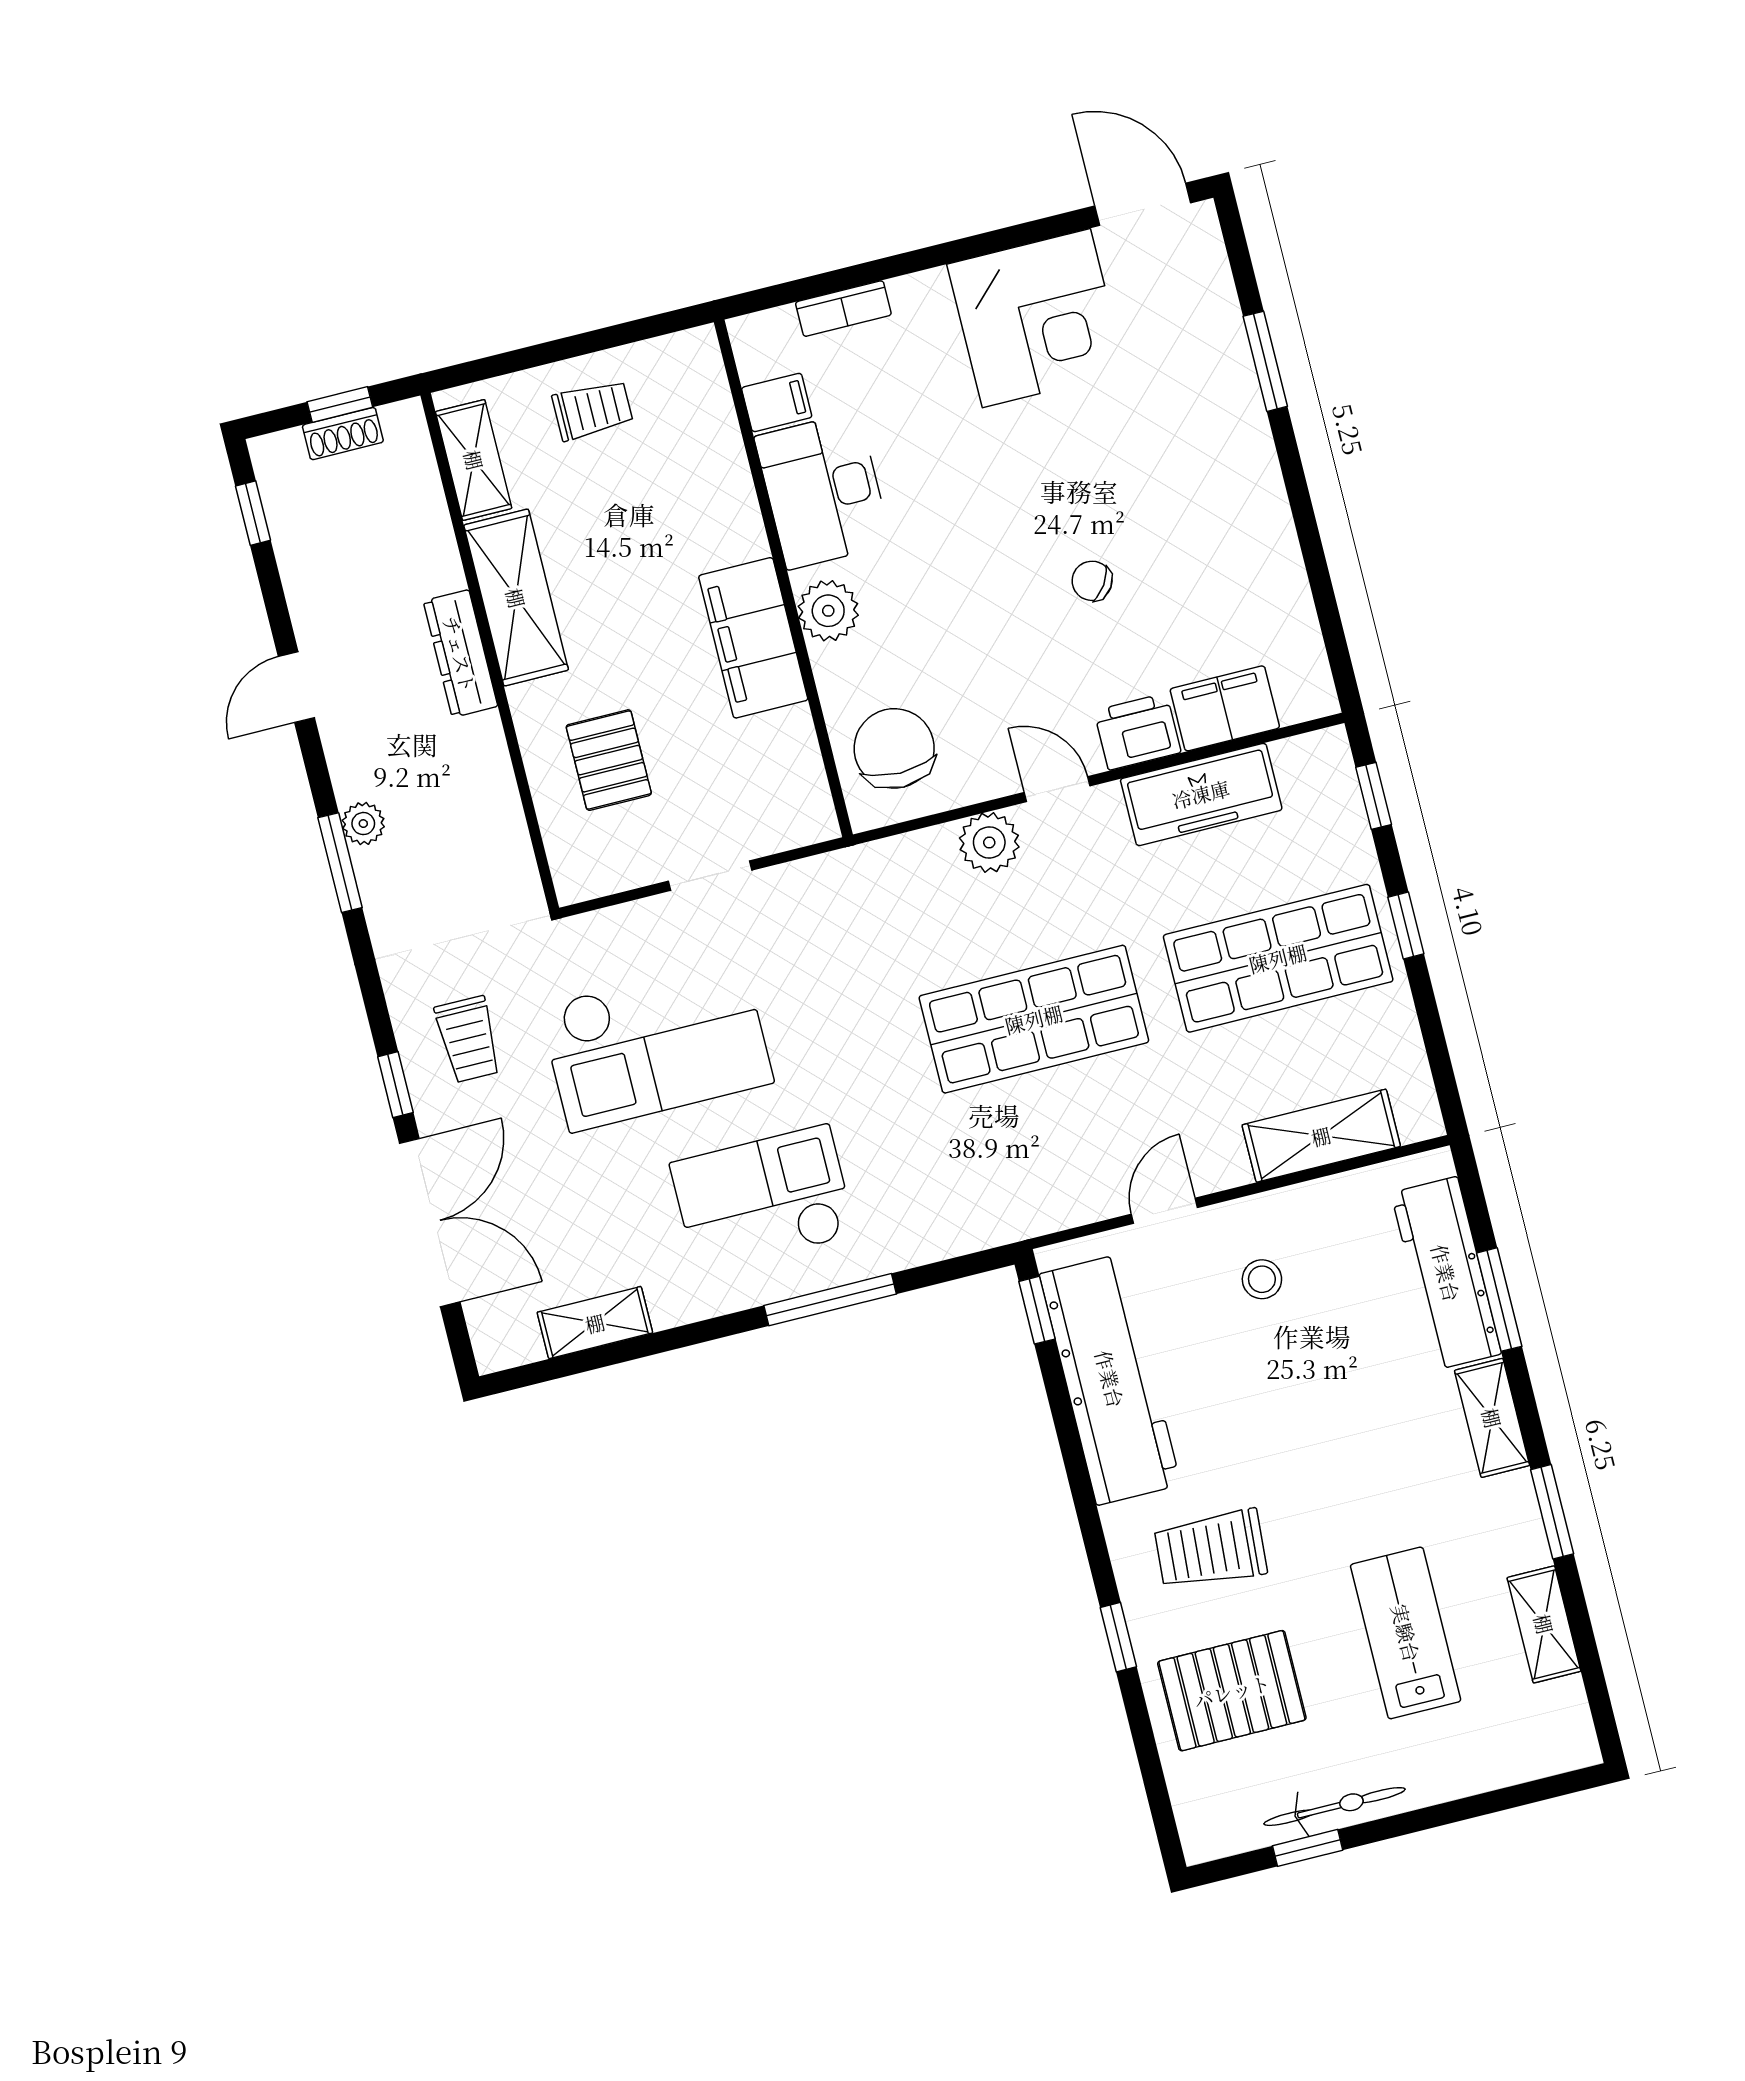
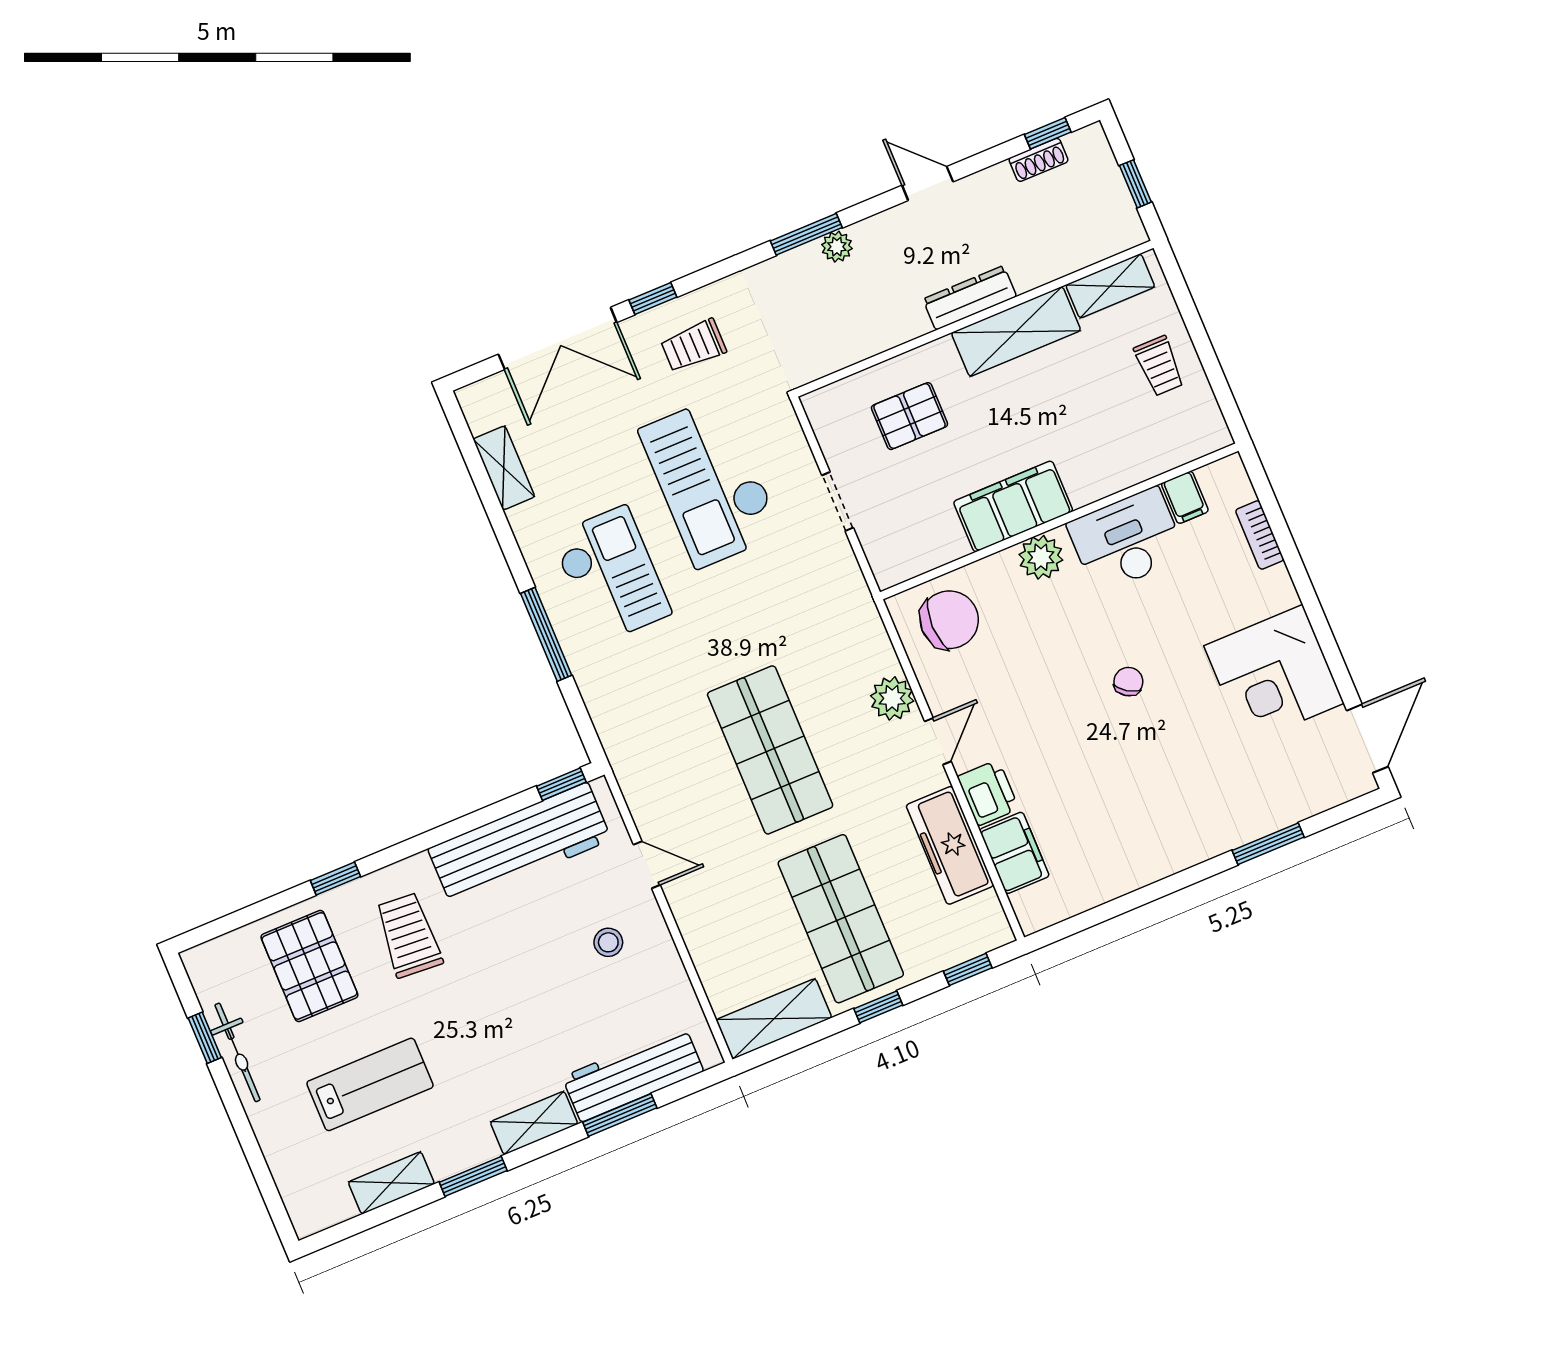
shoe rack: (343, 434) -> (1039, 160), moved, turned -90
chair: (1092, 581) -> (1128, 682), moved
shelving: (1321, 1136) -> (774, 1019), moved, turned 90

